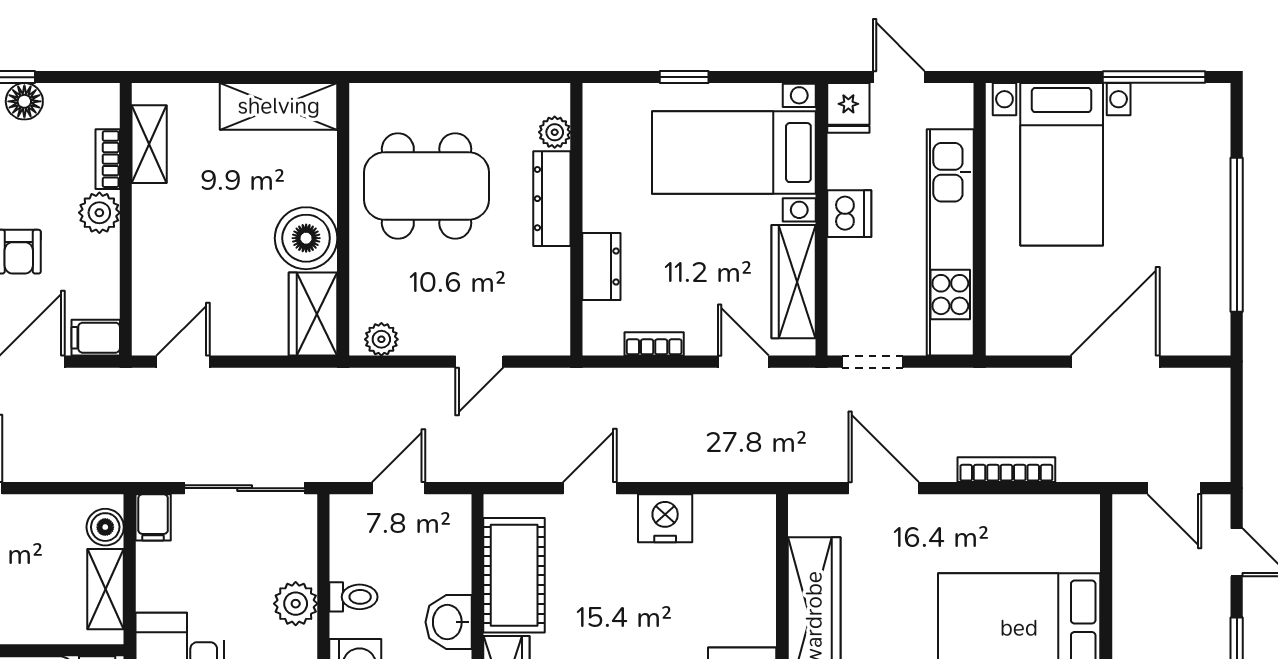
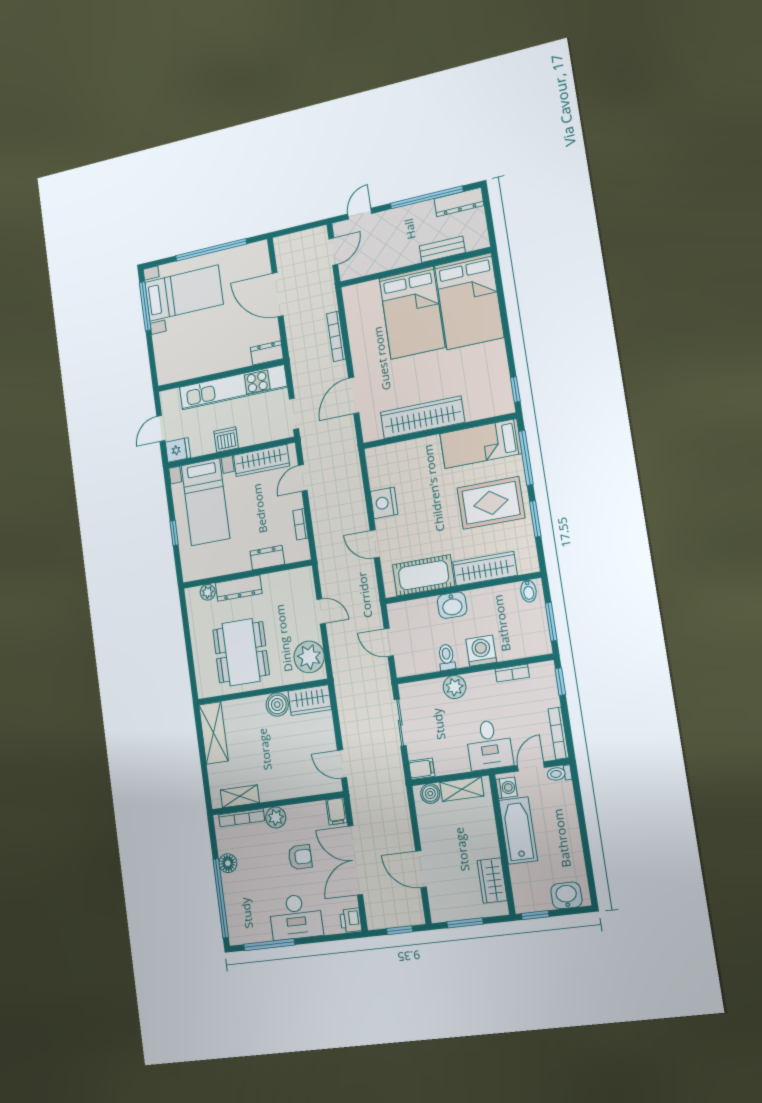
bookcase: (108, 159) -> (242, 818), width x1.56
bed with nightstands: (1062, 164) -> (184, 293), moved
boiler: (306, 238) -> (277, 705), width x0.73, depth x0.73
dresser: (1004, 323) -> (267, 353), added
plant: (381, 339) -> (309, 657), width x1.88, depth x1.88
sliding door: (245, 488) -> (400, 723), width x0.73

